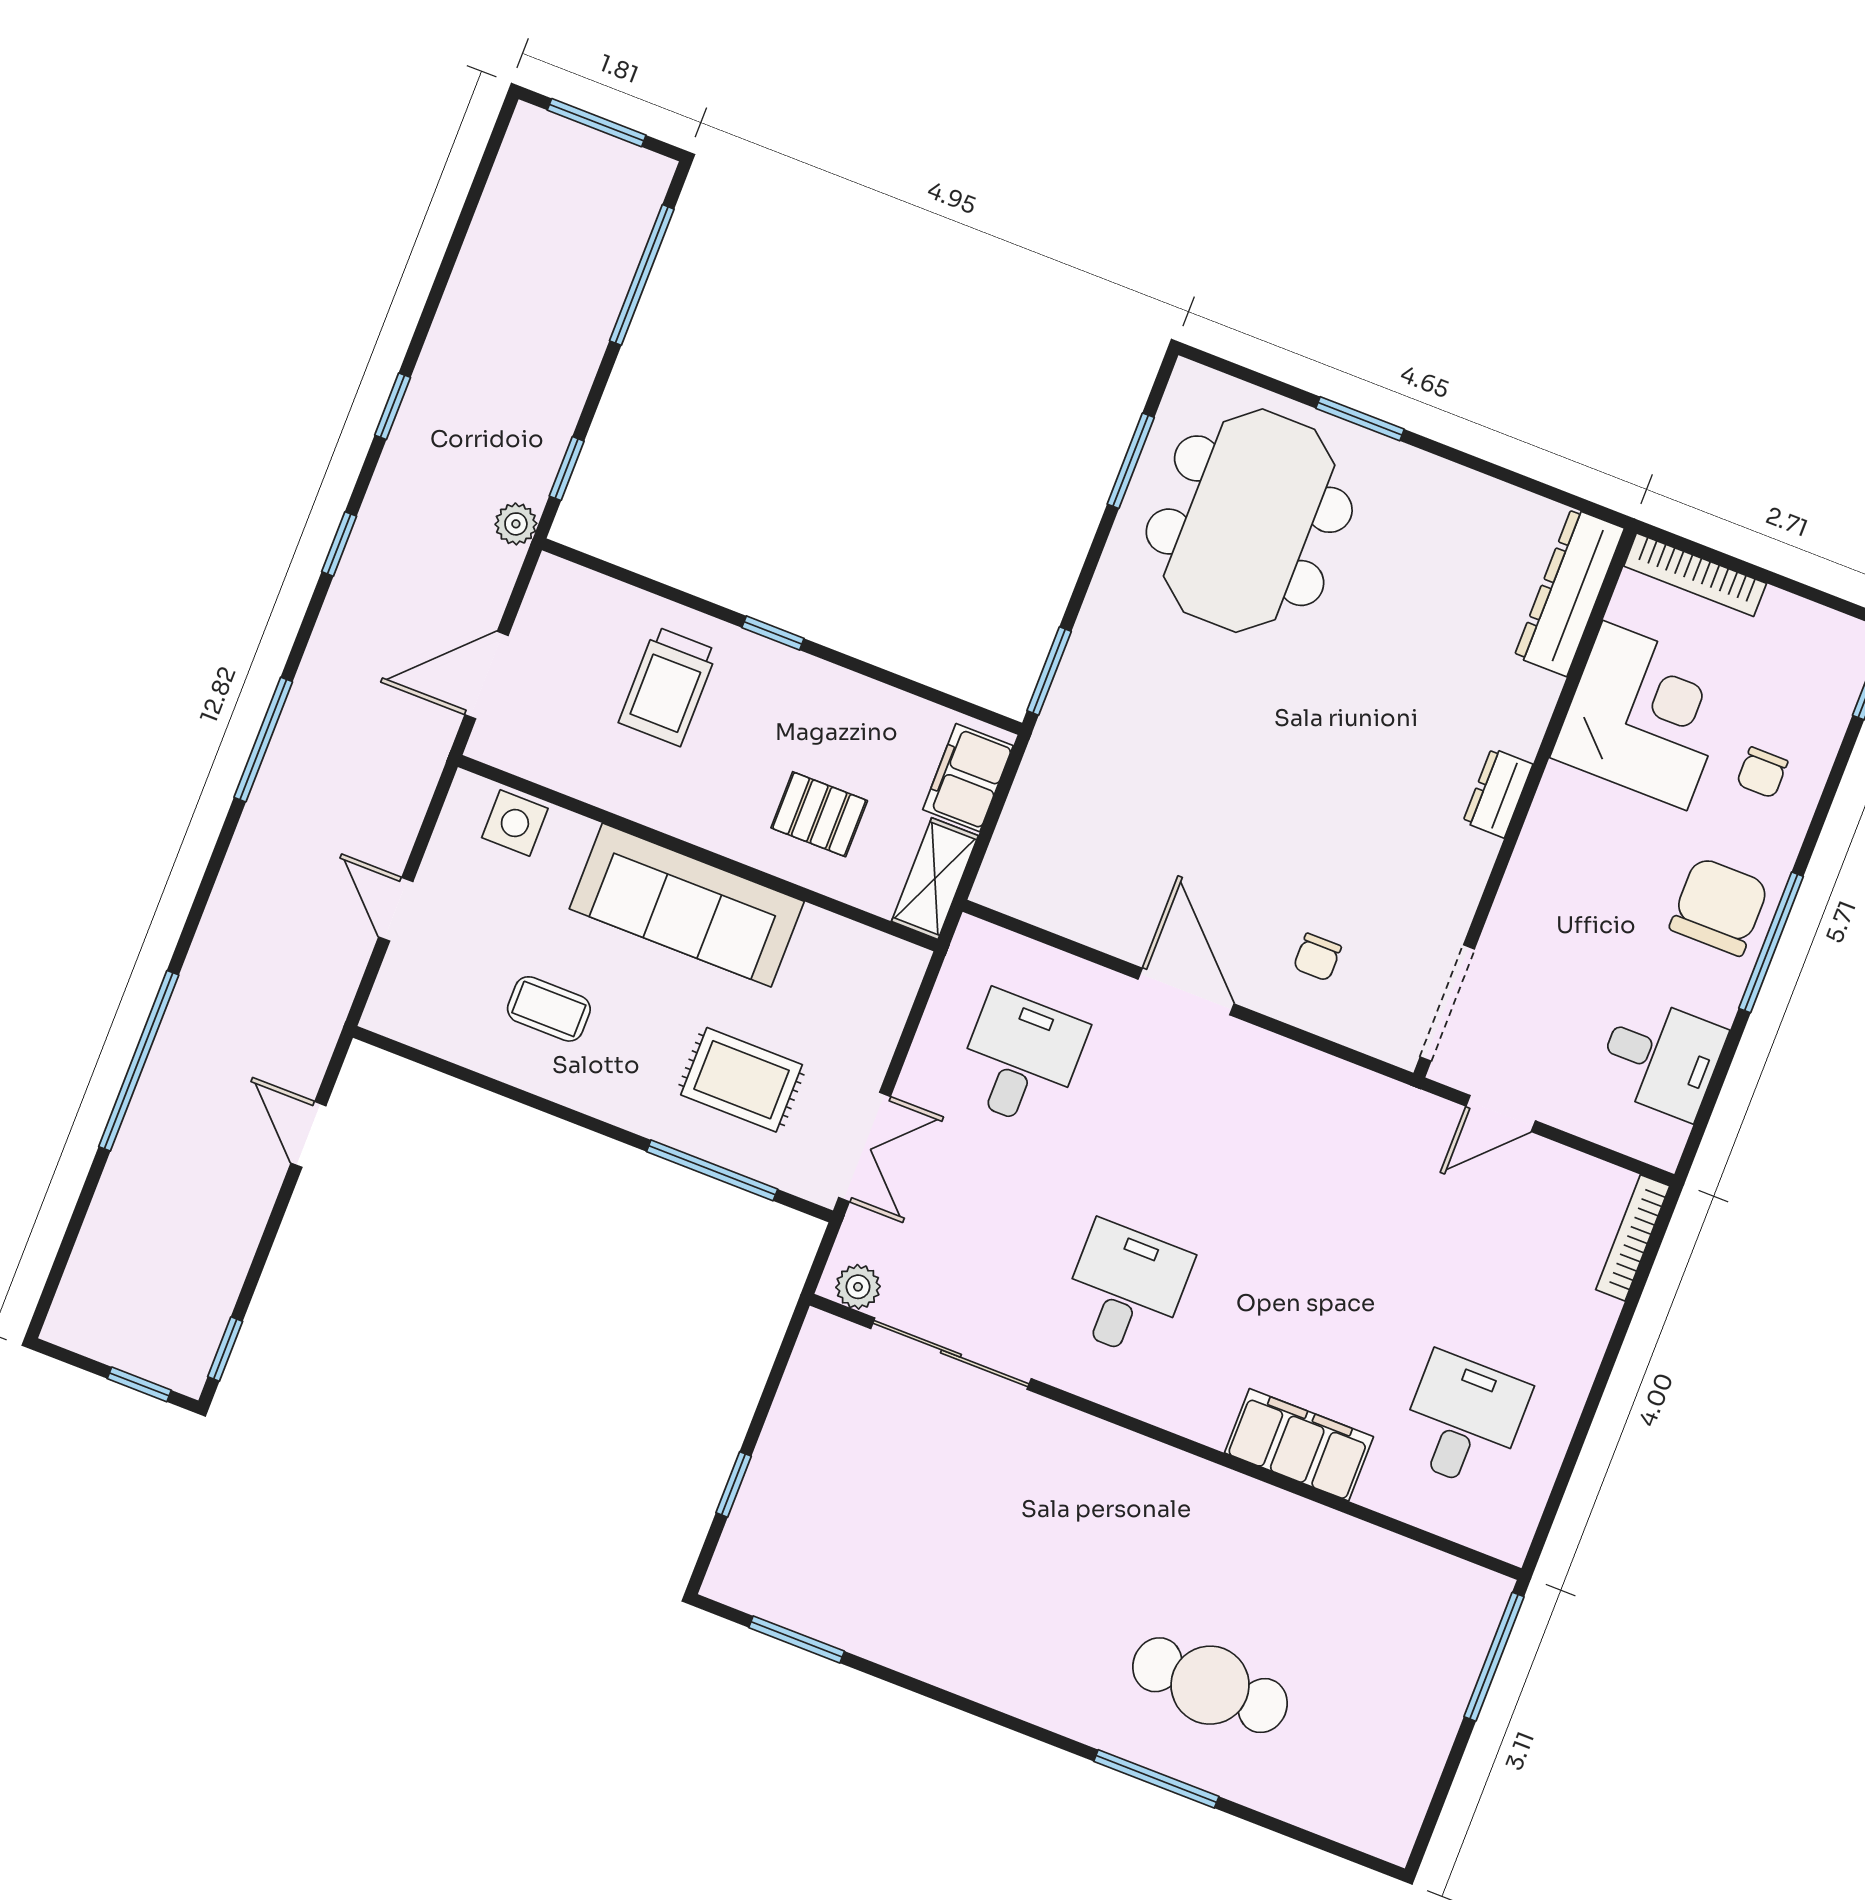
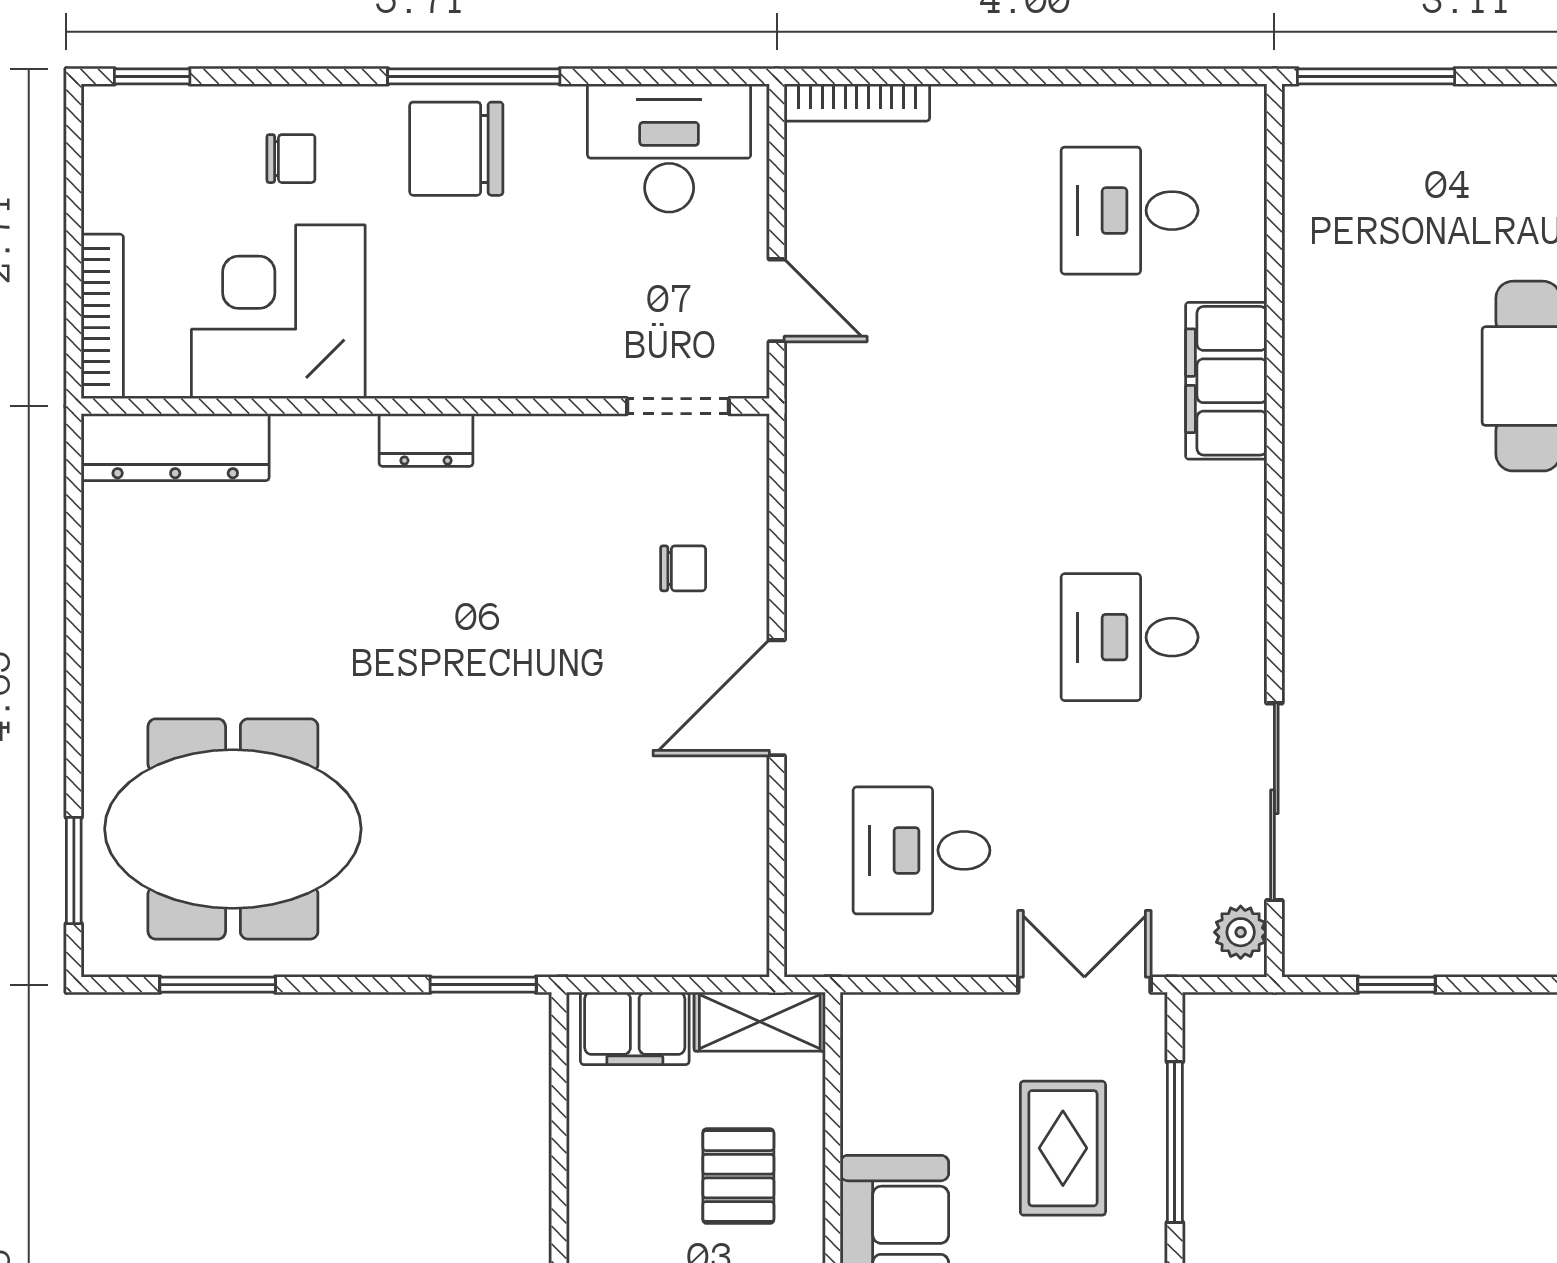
window: (1360, 419) -> (74, 870), moved
doorway: (1447, 1003) -> (678, 406), width x0.73
desk: (1661, 1058) -> (669, 148), width x1.37
window: (734, 1484) -> (1396, 985), moved

